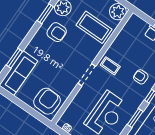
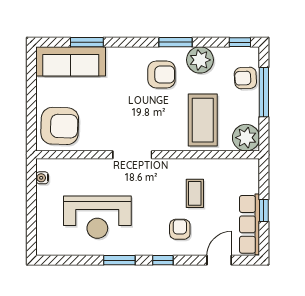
armchair: (57, 32) -> (161, 74), turned -90
coffee table: (110, 66) -> (195, 193), moved

